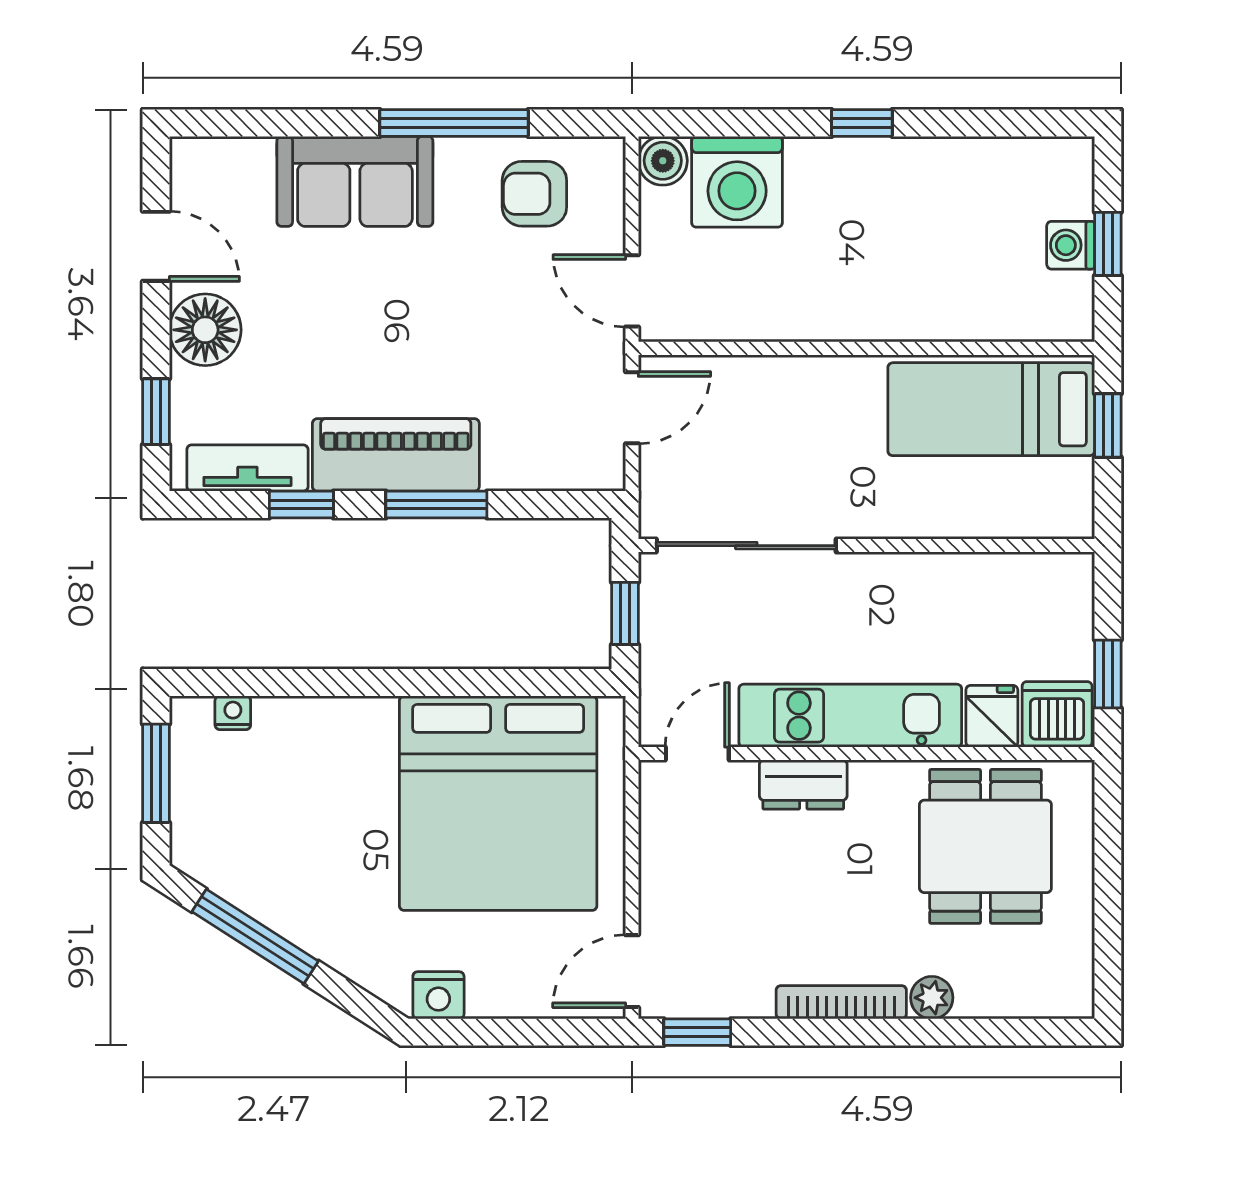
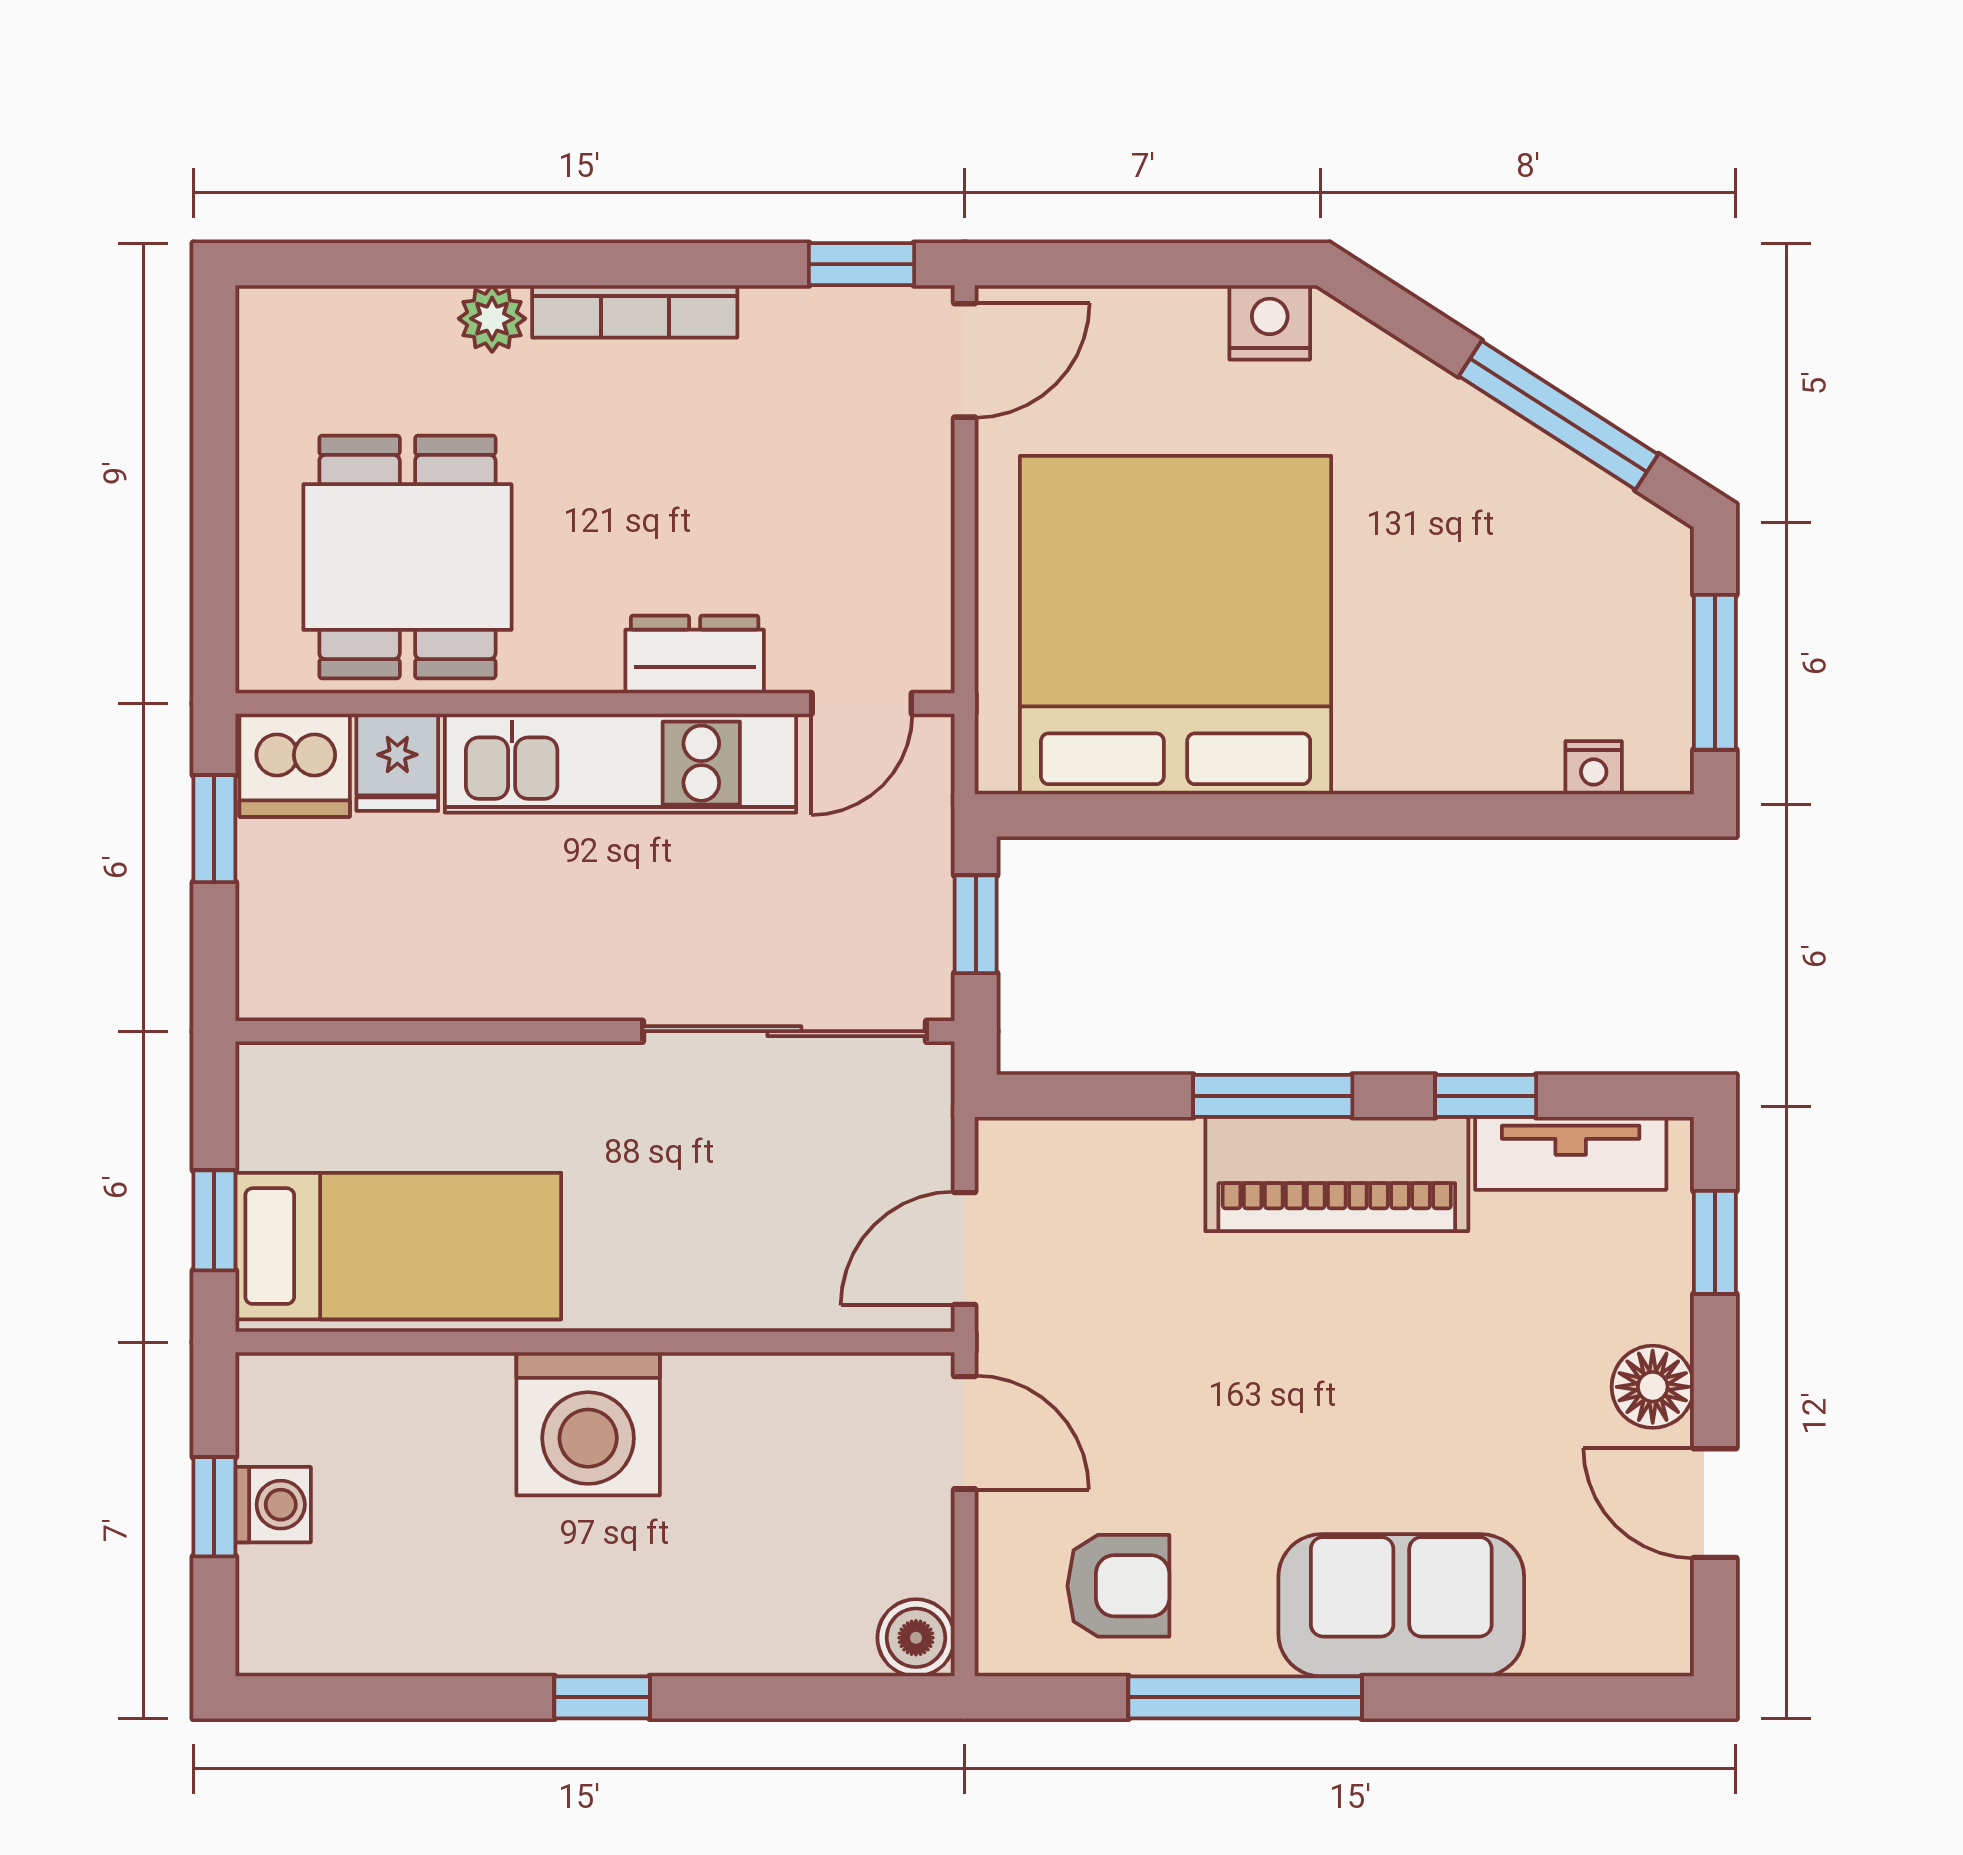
washing machine: (737, 182) -> (588, 1424), moved, turned 180
floor lamp: (205, 330) -> (1653, 1387), width x0.73, depth x0.73

